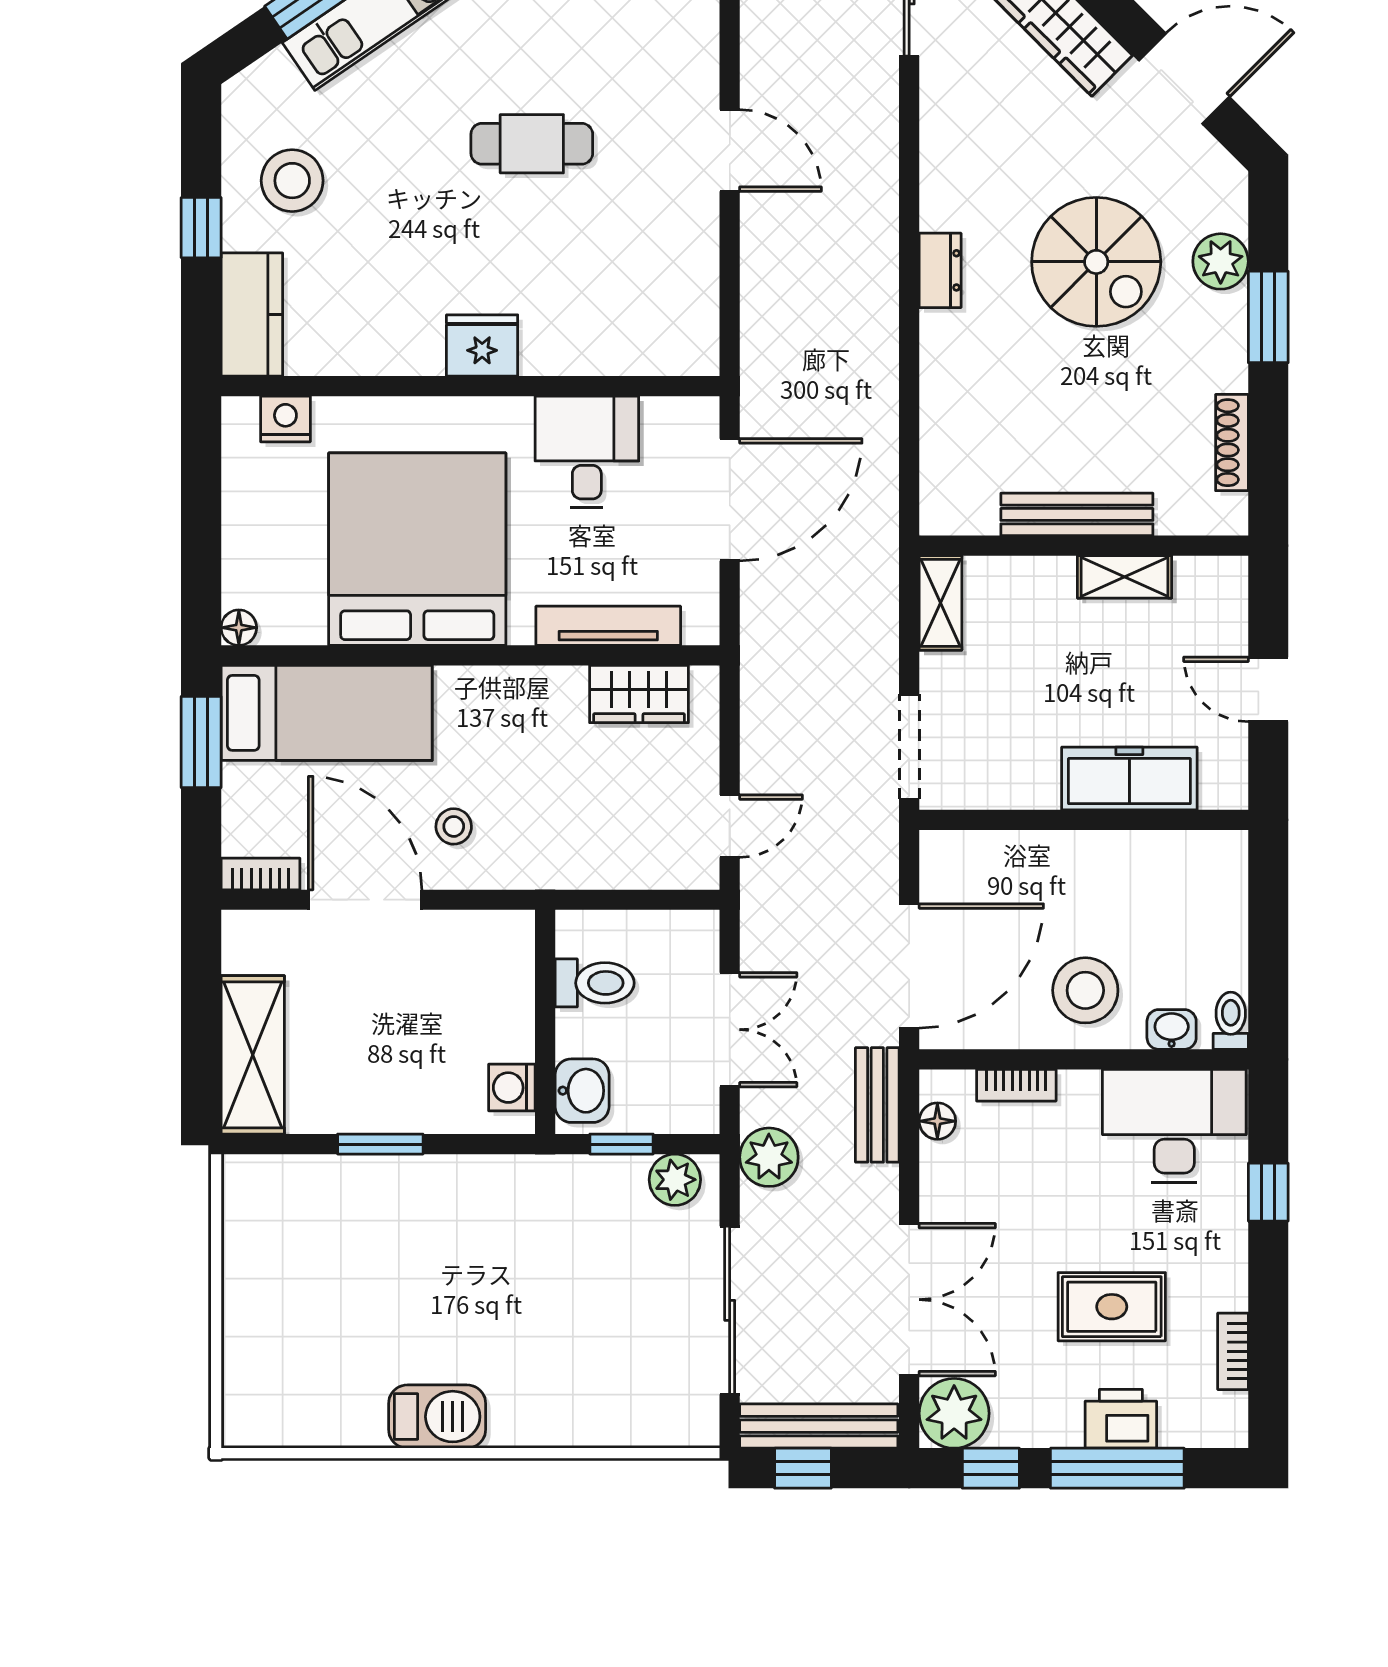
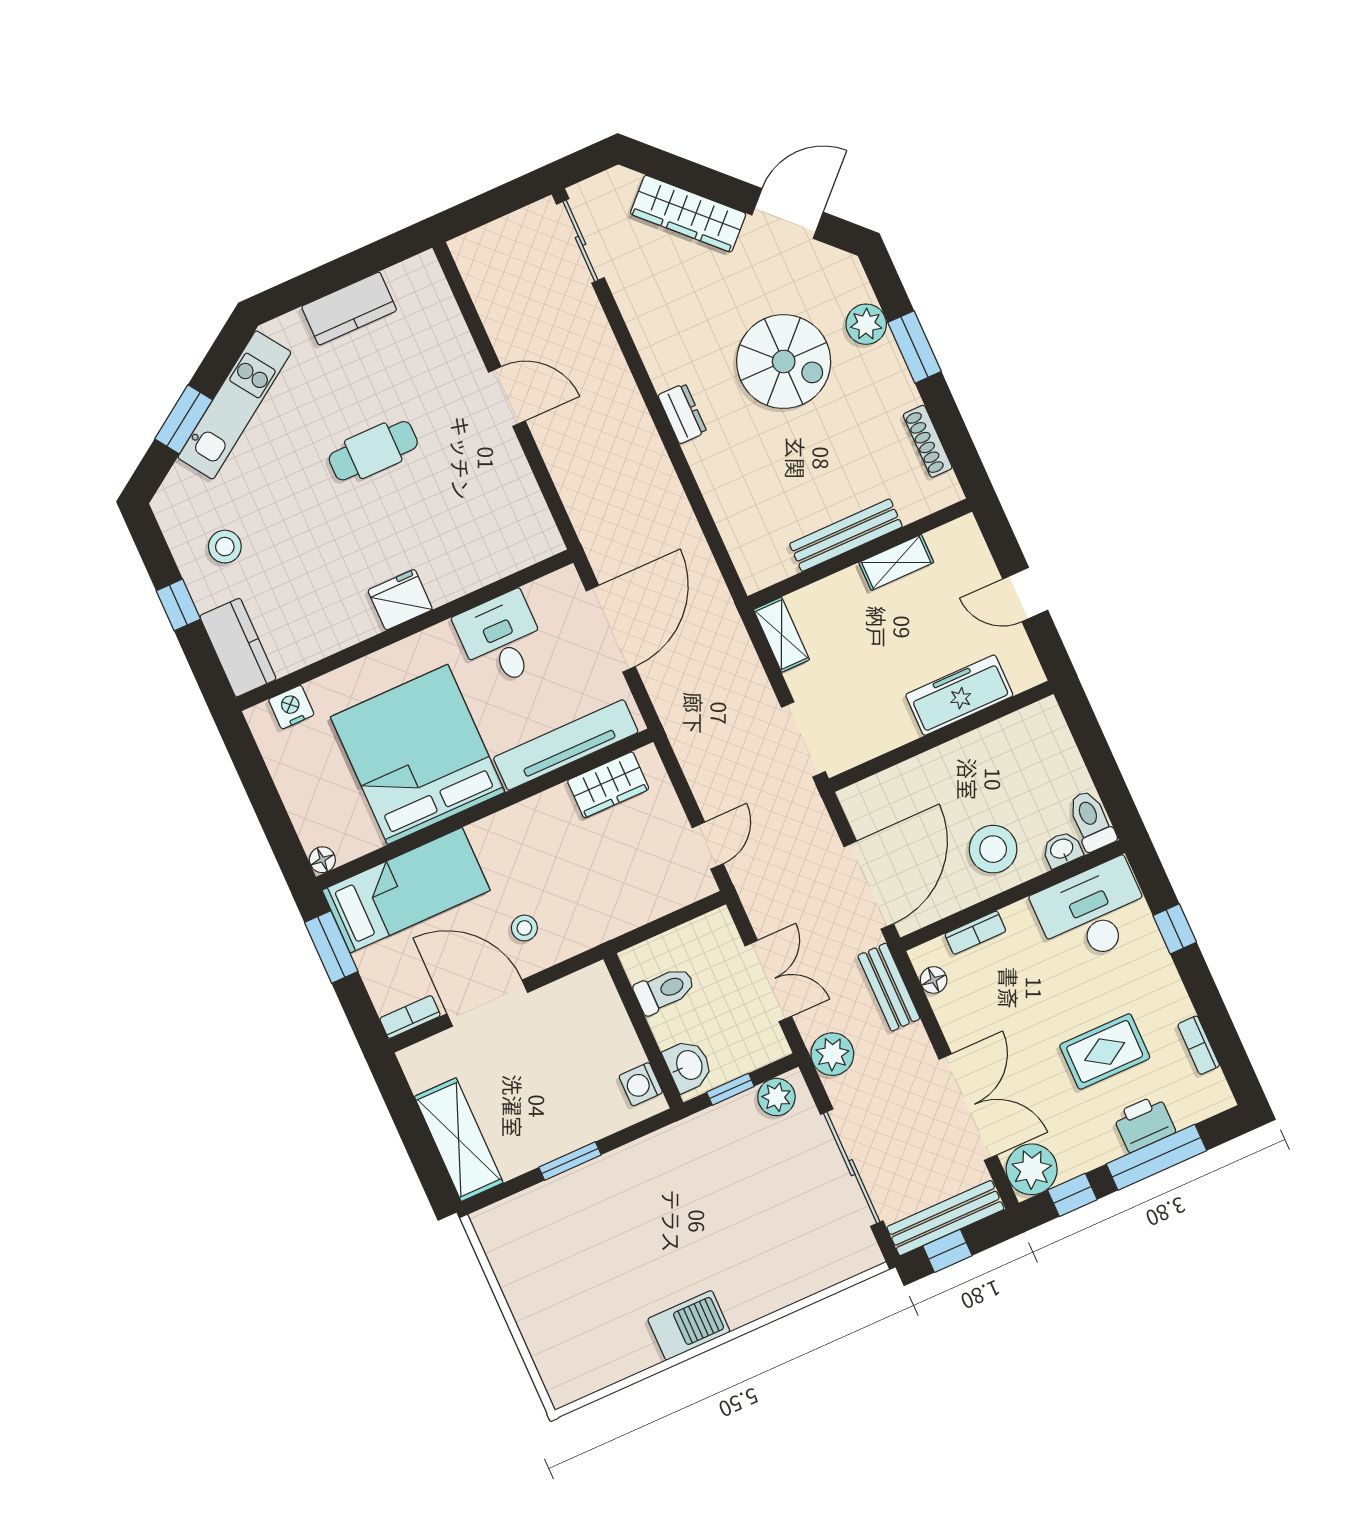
stool: (292, 181) -> (225, 547), width x0.73, depth x0.73
tv unit: (608, 626) -> (566, 745), width x1.36, depth x1.29
toilet: (1231, 1021) -> (1091, 821), width x1.37, depth x1.39

